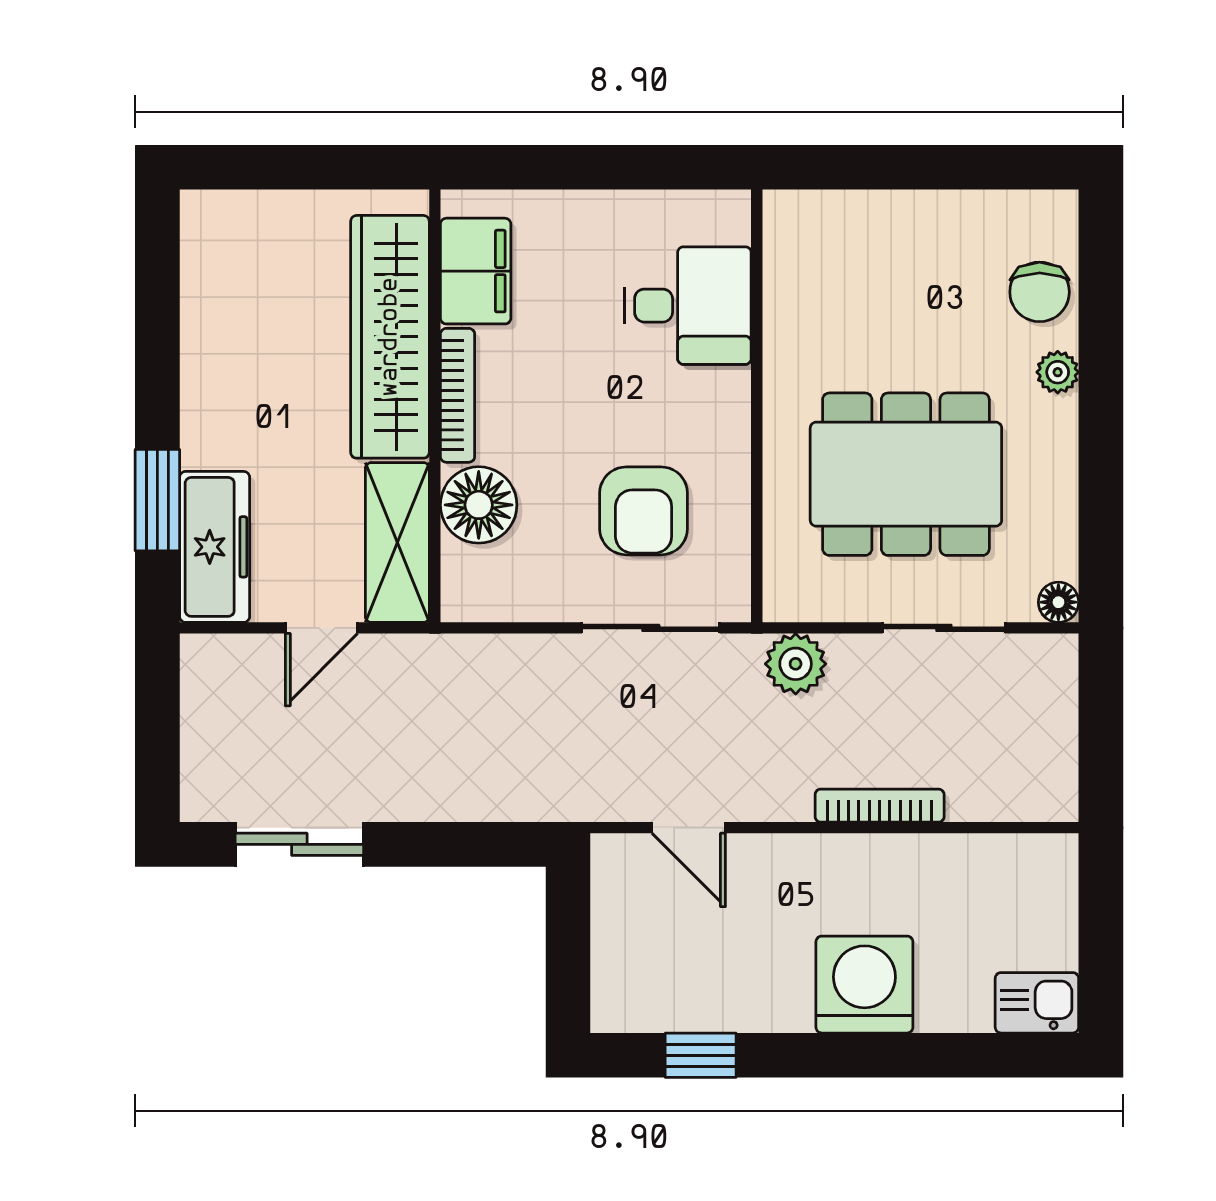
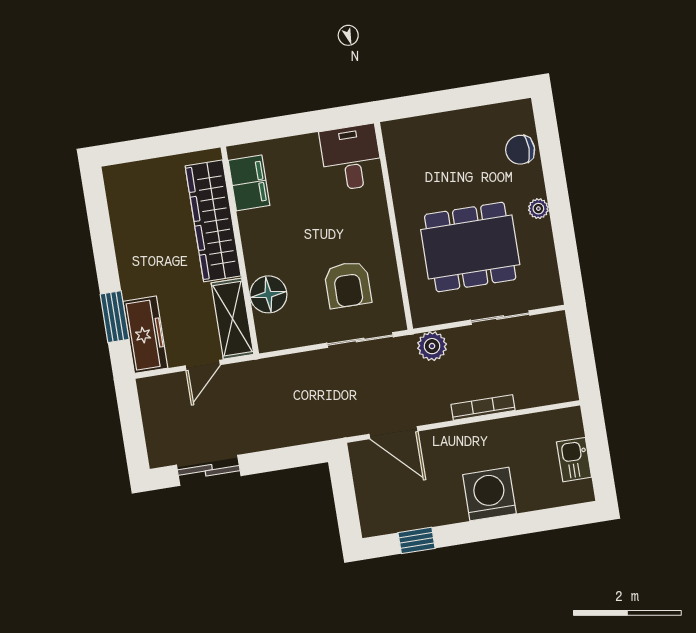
chair: (1040, 292) -> (520, 150), turned 90
desk: (688, 306) -> (351, 158), moved, turned -90
plant: (1058, 372) -> (538, 209), moved
bookcase: (458, 395) -> (250, 244), removed
floor lamp: (1058, 602) -> (553, 297), removed
door: (689, 828) -> (393, 433), width x1.38
kitchen sink: (1037, 1003) -> (574, 460), moved, turned -90

